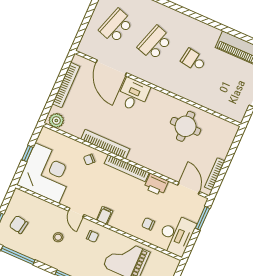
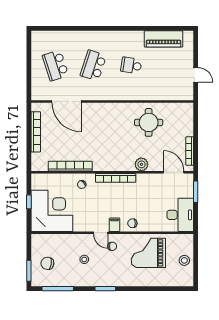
school desk: (116, 26) -> (55, 65), turned -36
desk: (133, 95) -> (94, 115), removed
plant: (56, 121) -> (141, 164), moved
bookcase: (105, 144) -> (70, 166), moved
printer: (156, 185) -> (146, 181), removed
door: (76, 213) -> (101, 233), moved
chair: (148, 224) -> (132, 223), moved

